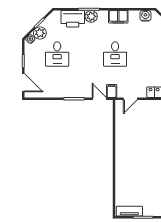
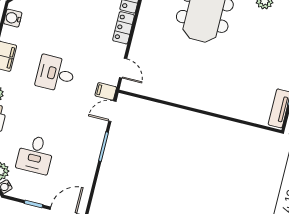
desk: (57, 54) -> (35, 154), turned 90
desk: (115, 54) -> (55, 74), turned 180

